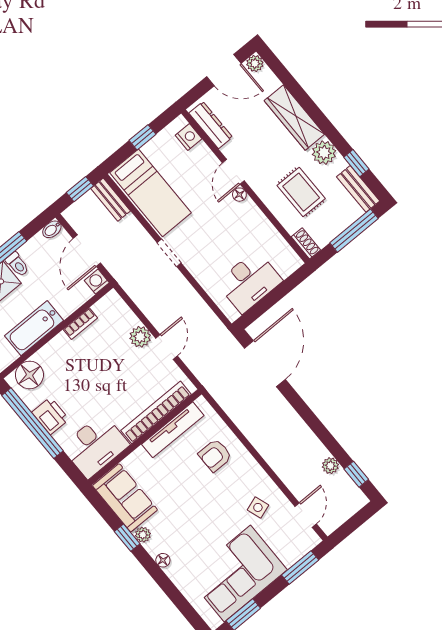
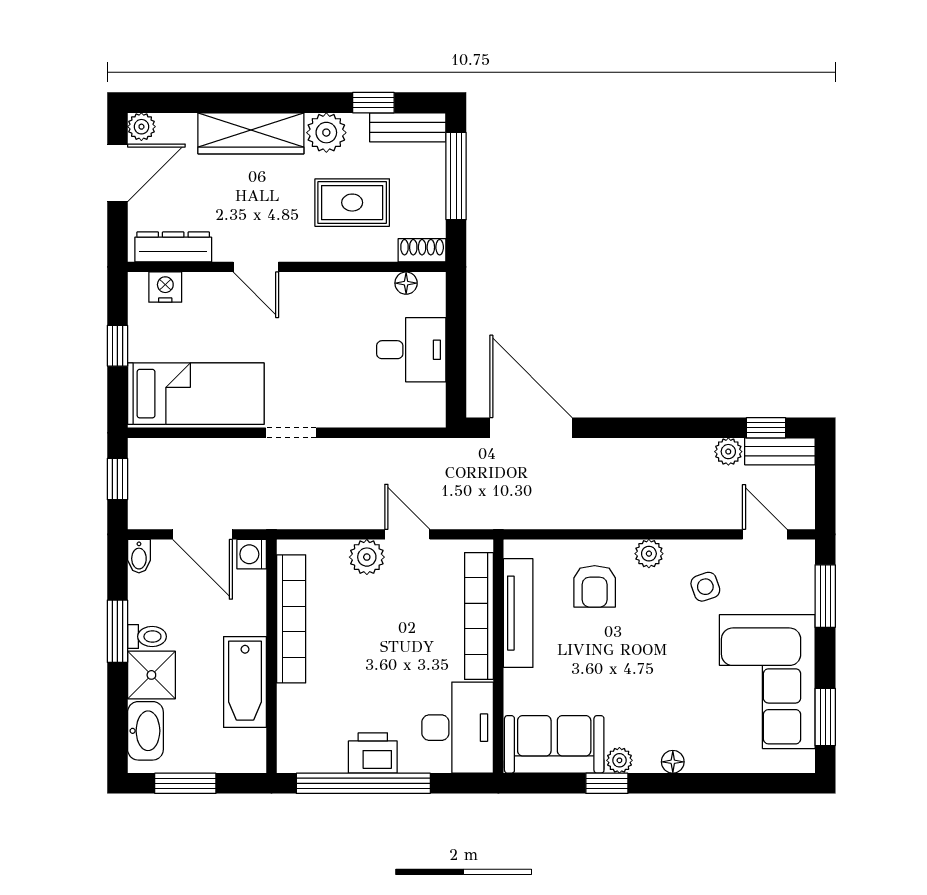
floor lamp: (239, 195) -> (406, 283), moved
bench: (111, 200) -> (780, 451), moved
desk: (249, 282) -> (411, 350), width x0.73
bookcase: (80, 324) -> (291, 619), width x2.31, depth x1.31
floor lamp: (29, 375) -> (299, 737), removed
plant: (252, 468) -> (649, 554), added

